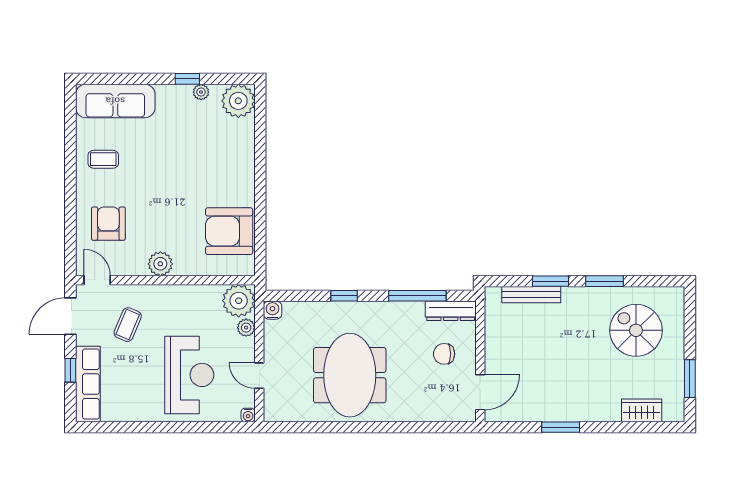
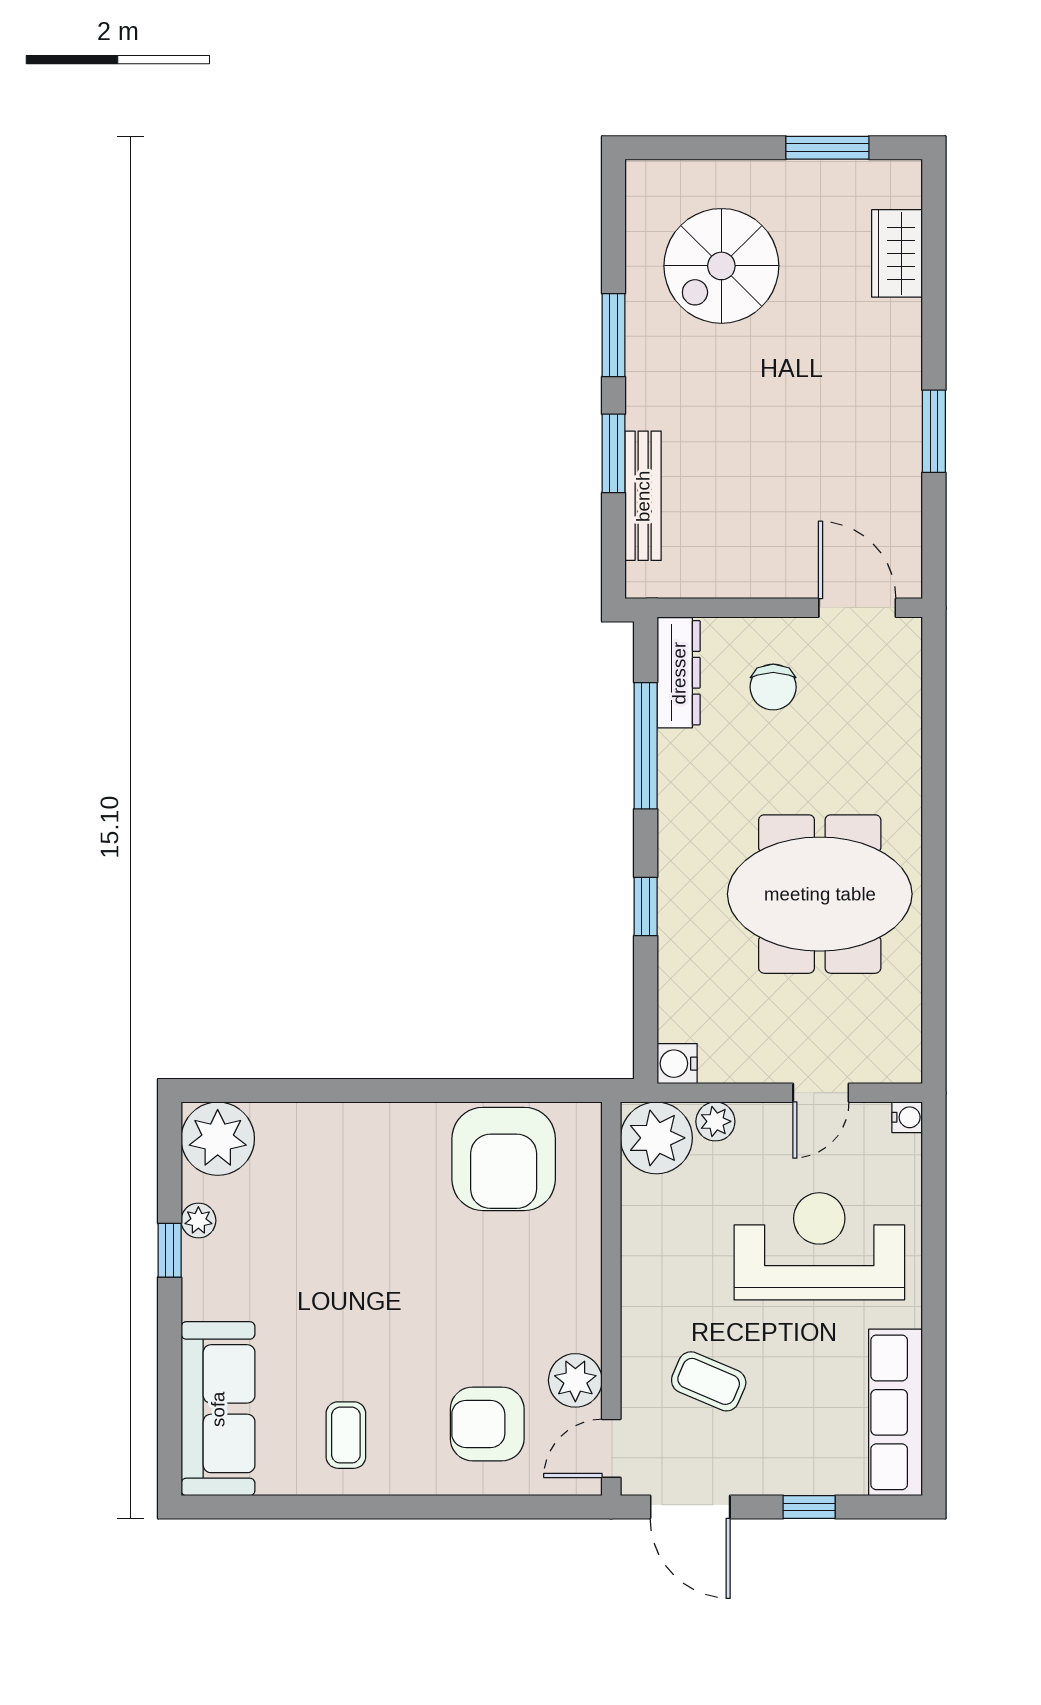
plant: (160, 264) -> (575, 1380), moved
row of seats: (88, 384) -> (896, 1412), moved, turned -90

